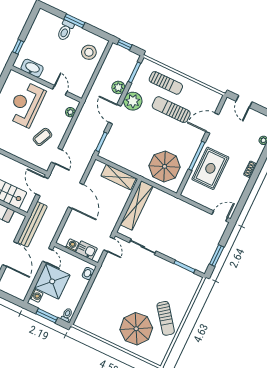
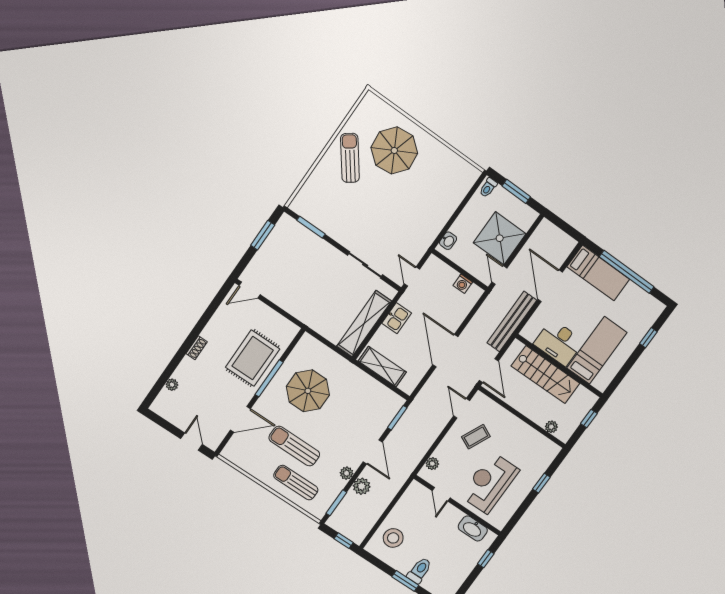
plant: (133, 101) -> (347, 473), width x0.53, depth x0.53
reception desk: (26, 104) -> (490, 483), turned 180
sun lounger: (171, 110) -> (294, 446), turned 180
parasol: (165, 166) -> (308, 391), moved
kitchen sink: (86, 250) -> (397, 318), moved, turned -90
washing machine: (36, 296) -> (525, 222), removed

